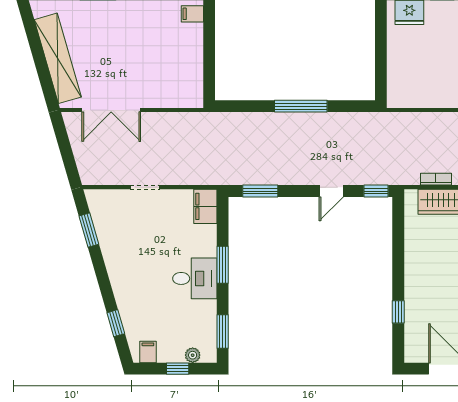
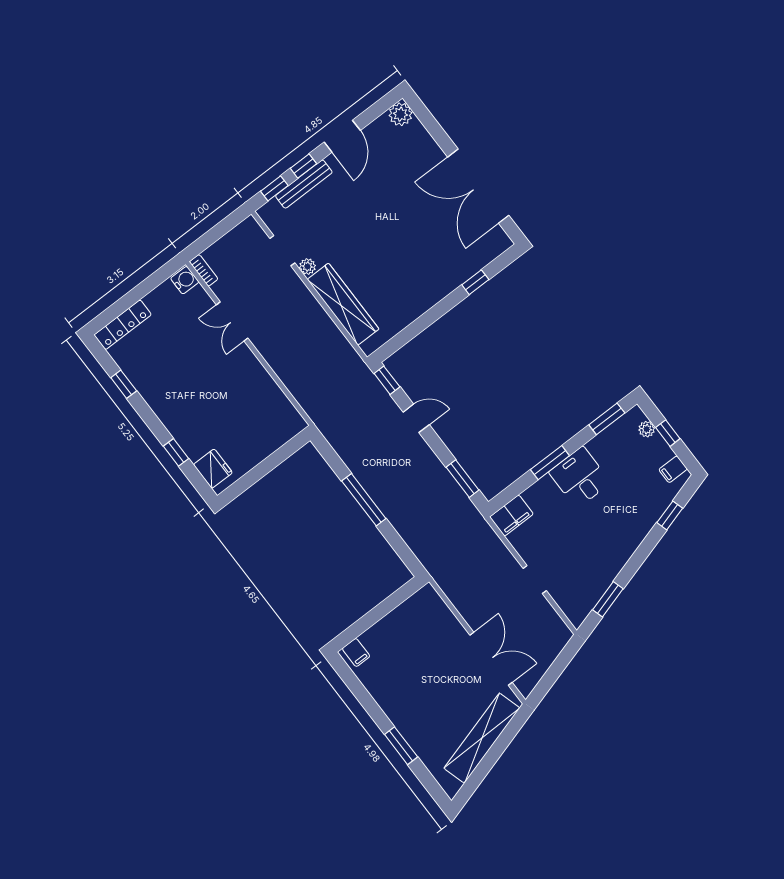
bookcase: (436, 179) -> (338, 337), removed

